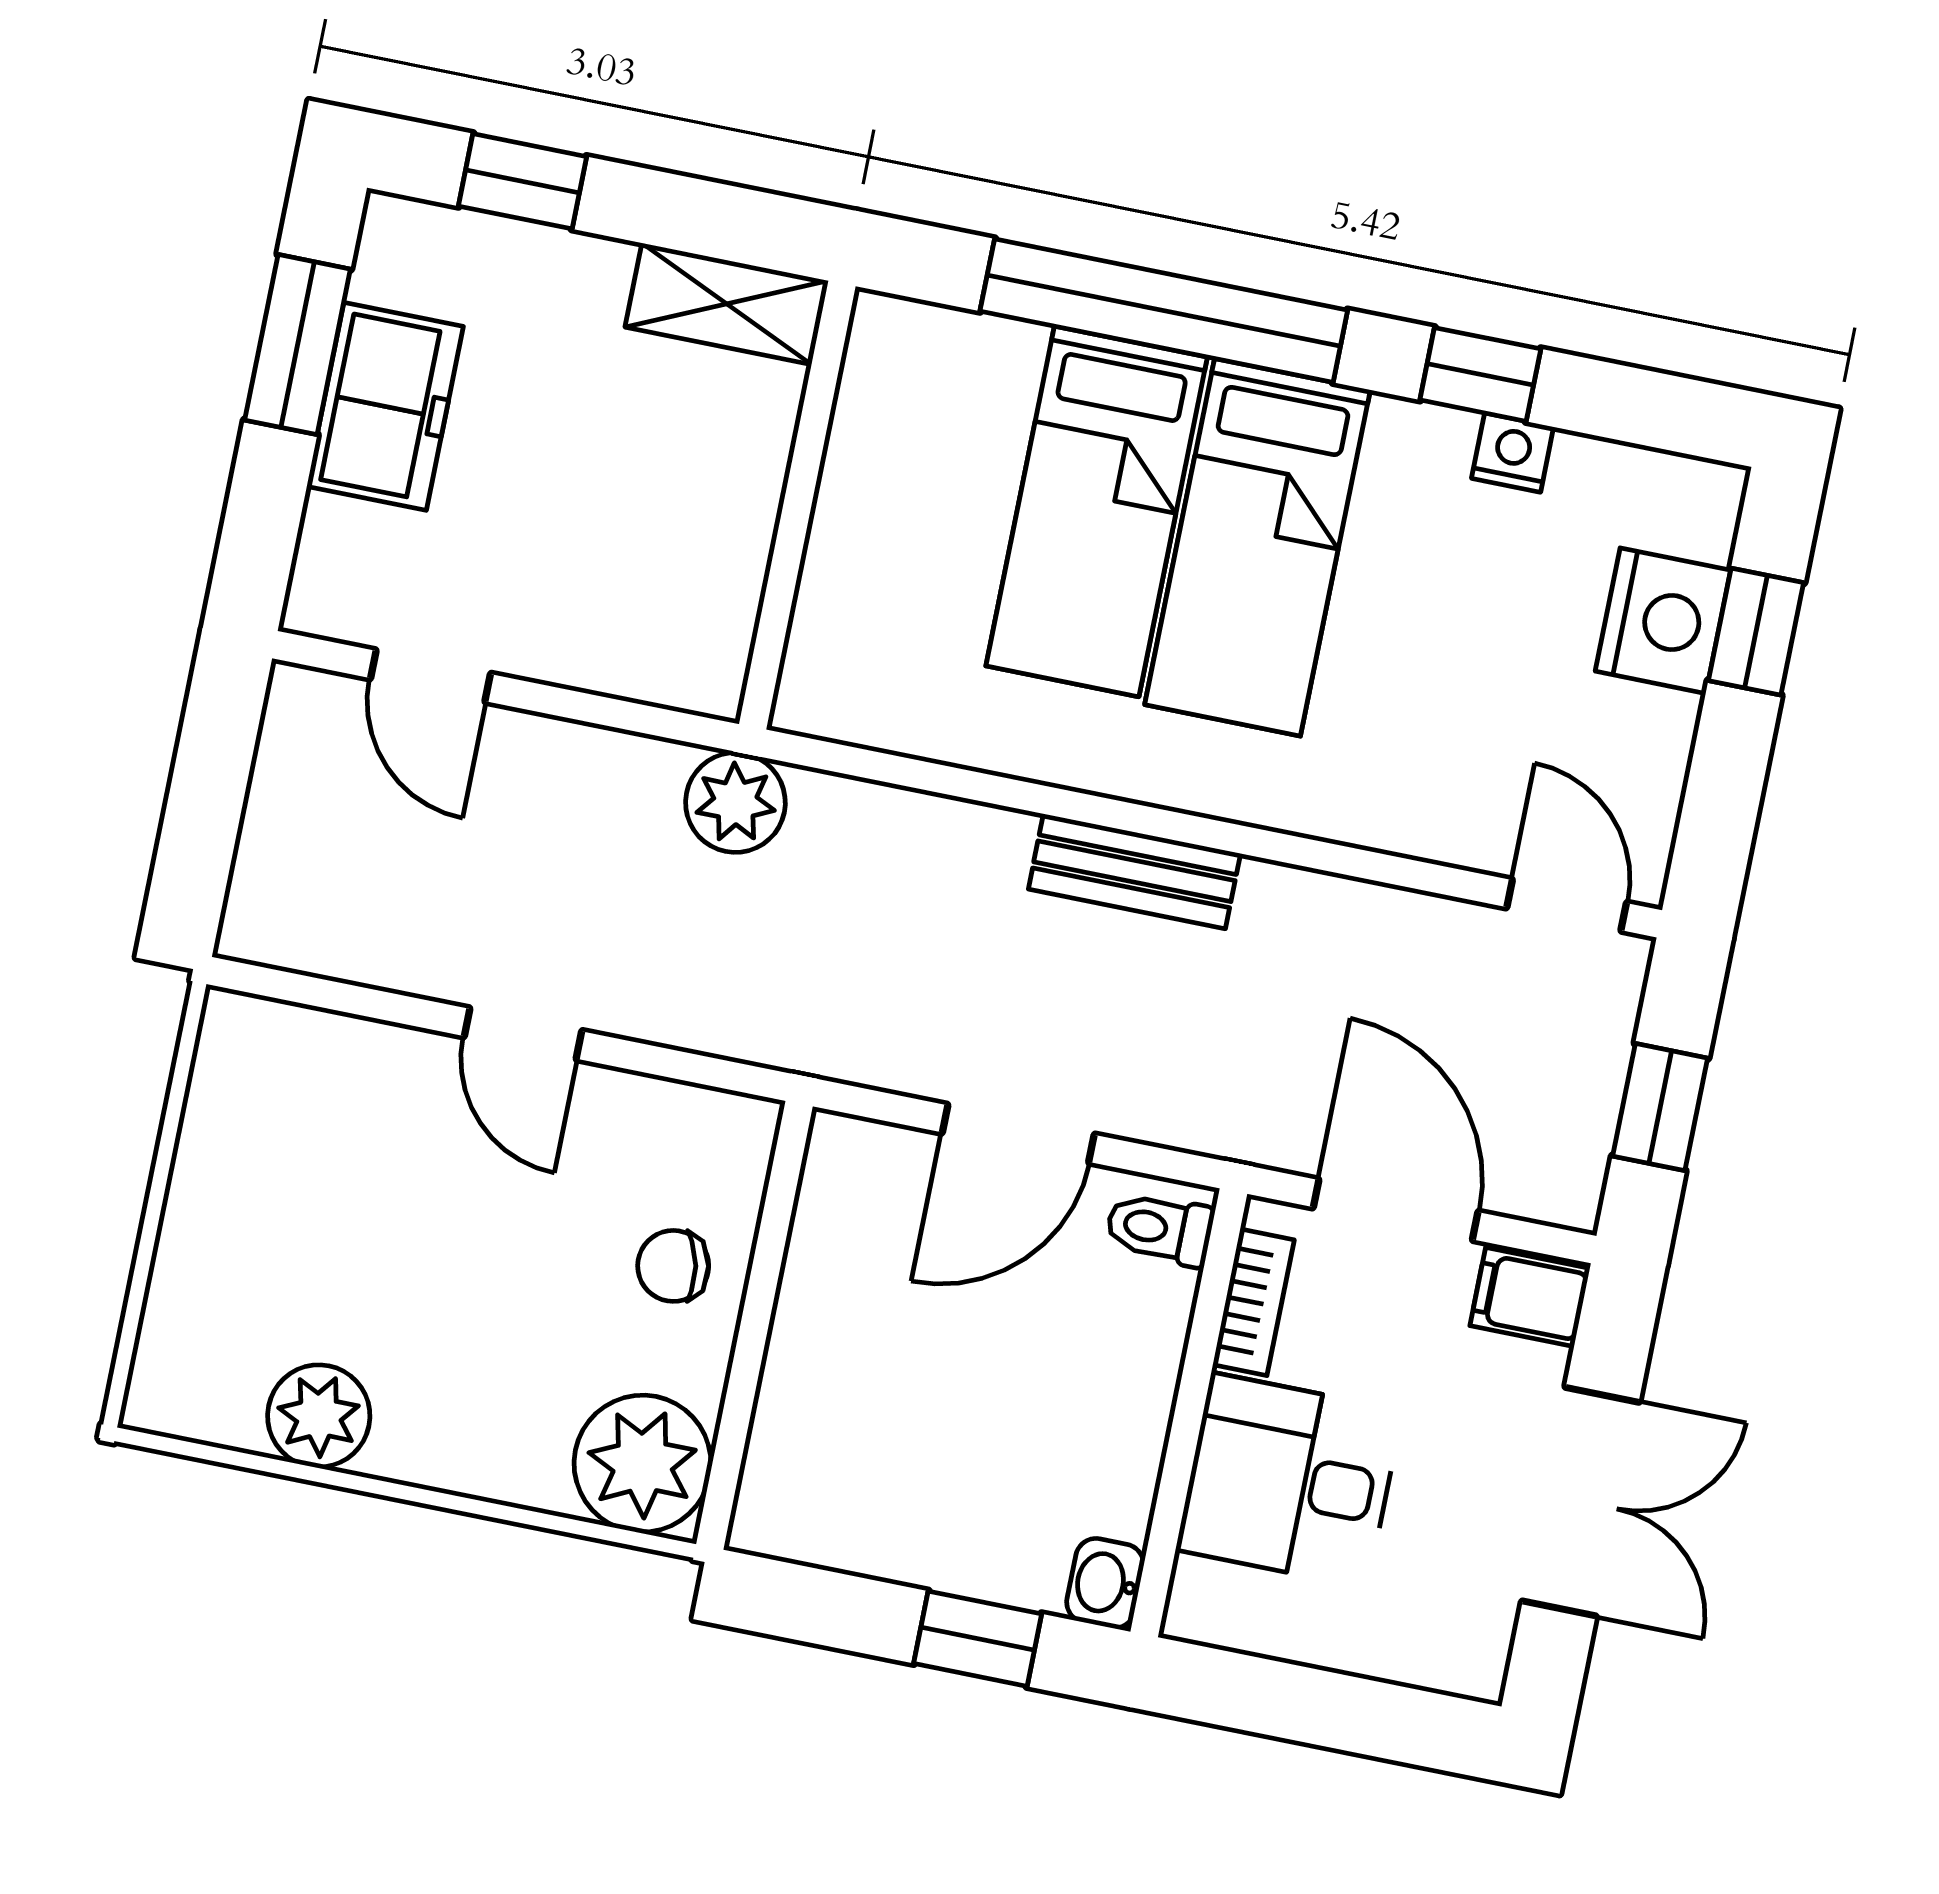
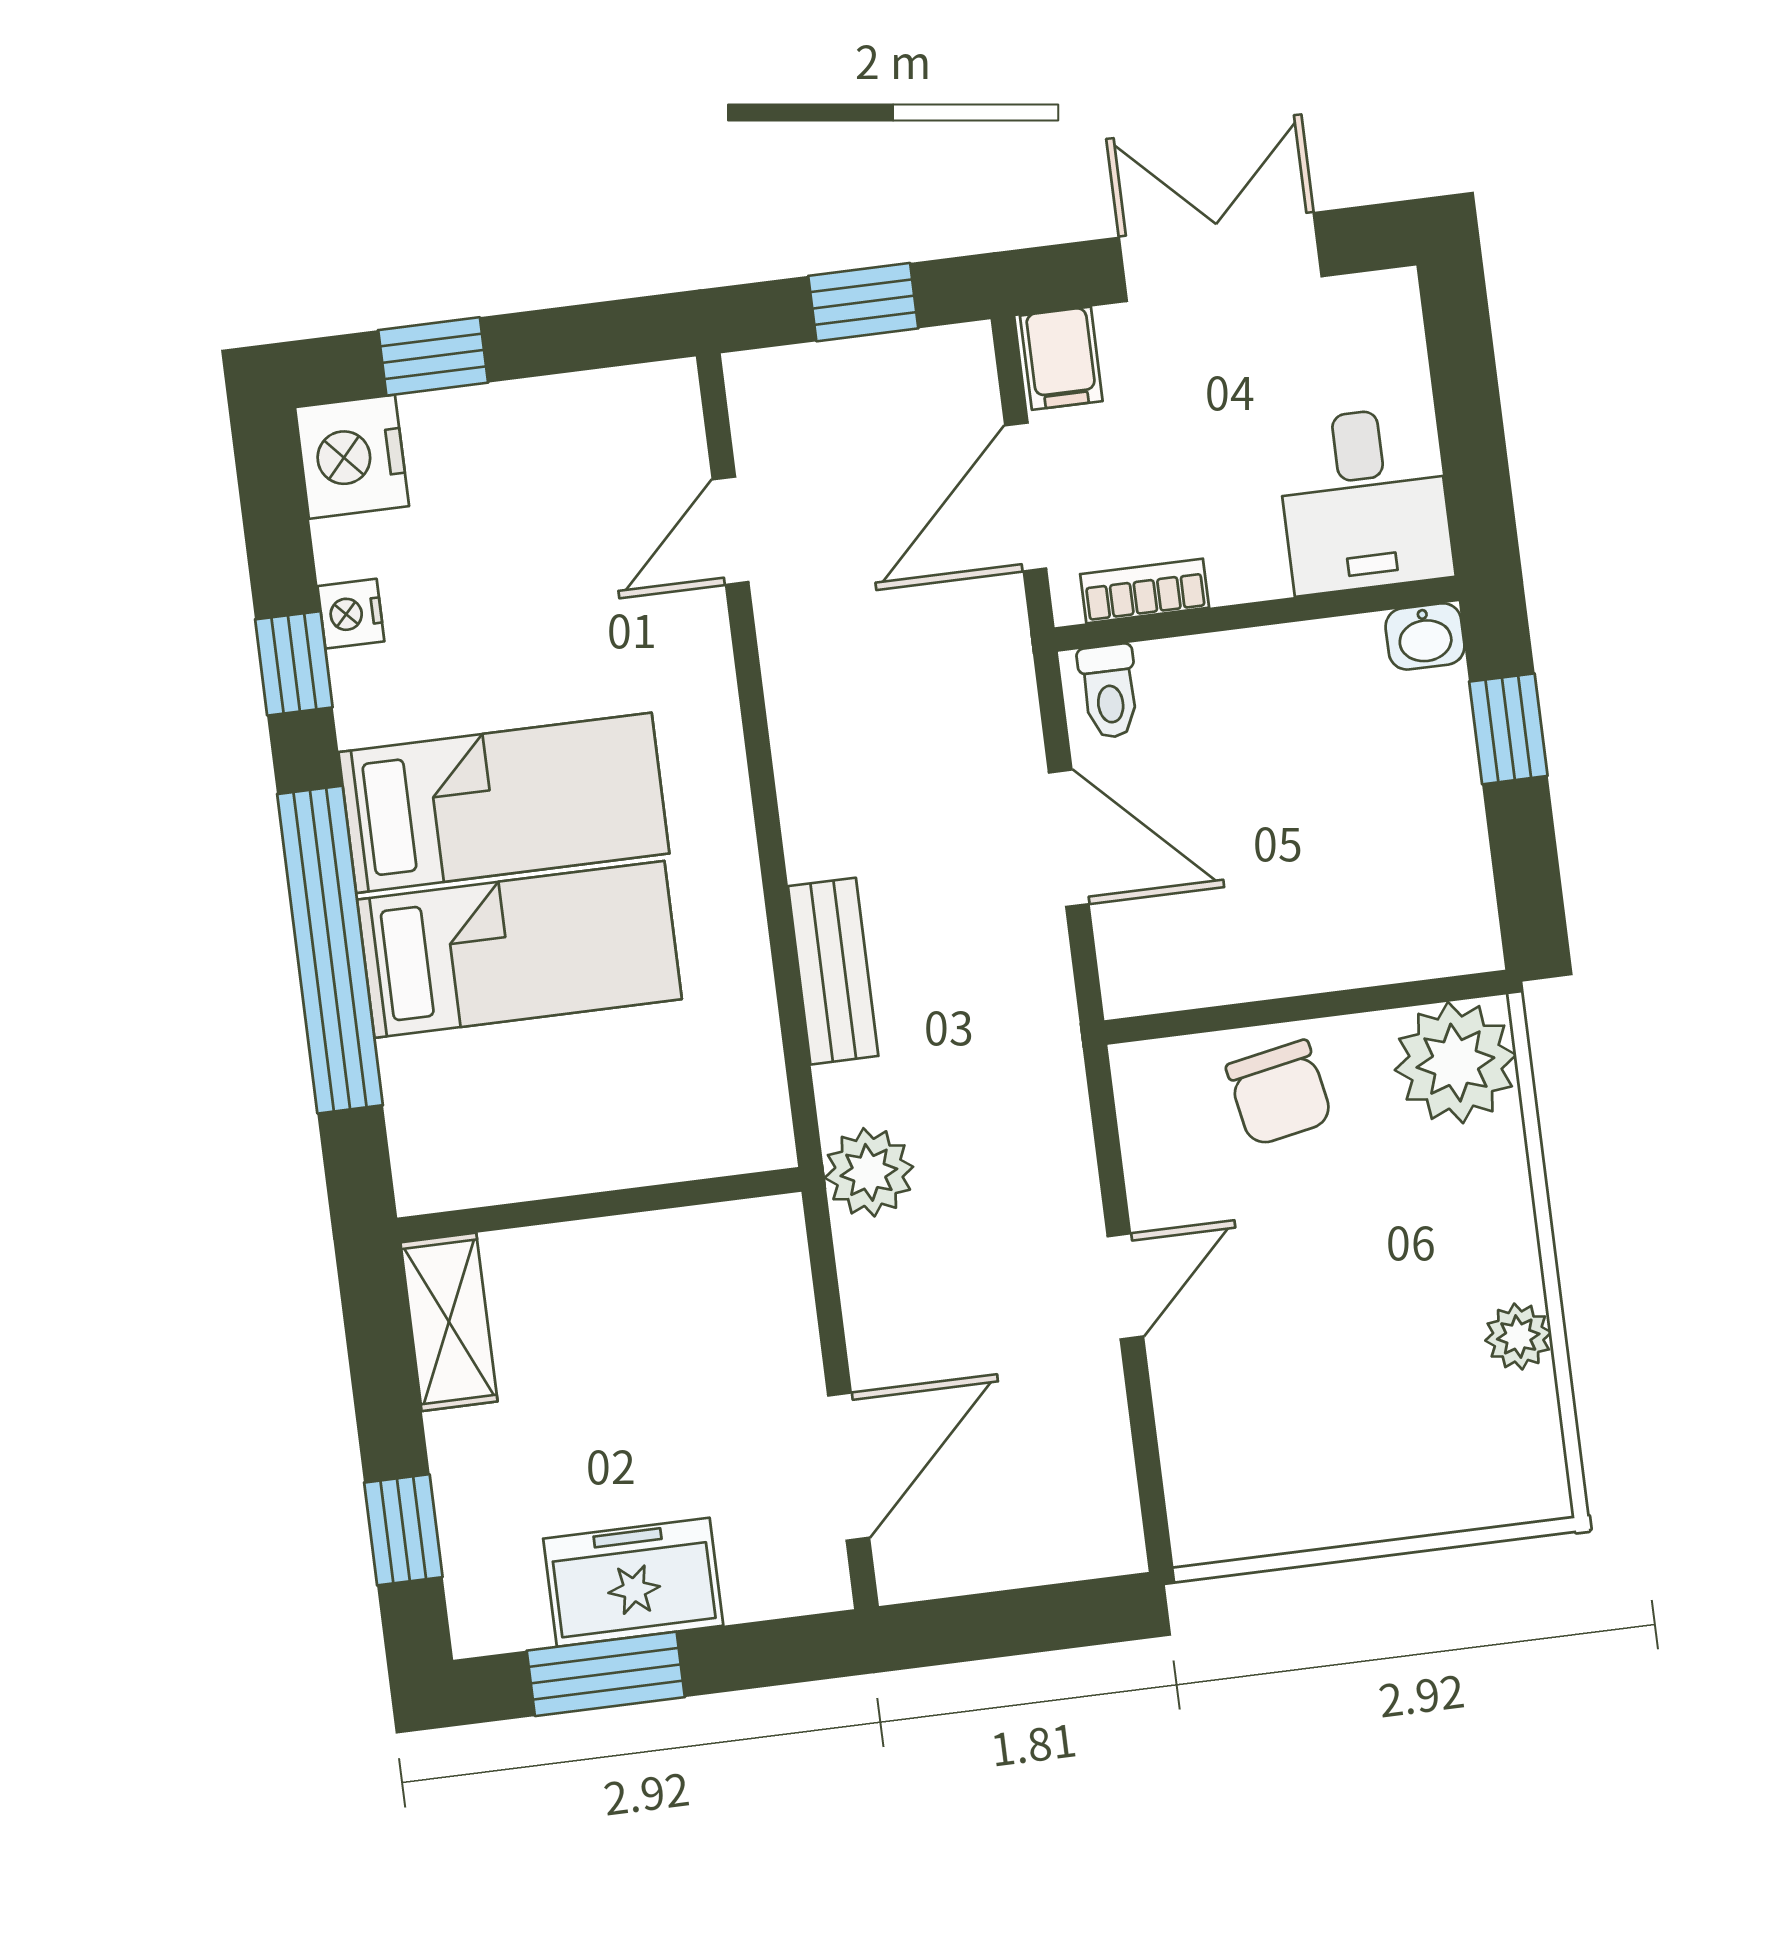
nightstand: (1663, 621) -> (352, 457), moved, turned -90
door: (431, 676) -> (849, 1467), width x1.38
bench: (1134, 871) -> (833, 971), moved
door: (1567, 905) -> (730, 531), moved
chair: (673, 1266) -> (1279, 1093), width x1.37, depth x1.37
plant: (319, 1416) -> (1518, 1336), width x0.73, depth x0.73
desk: (1289, 1480) -> (1364, 500), moved

